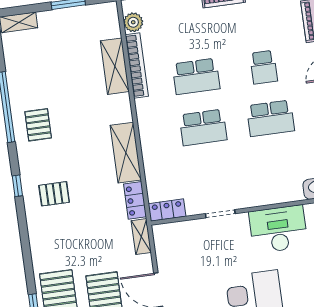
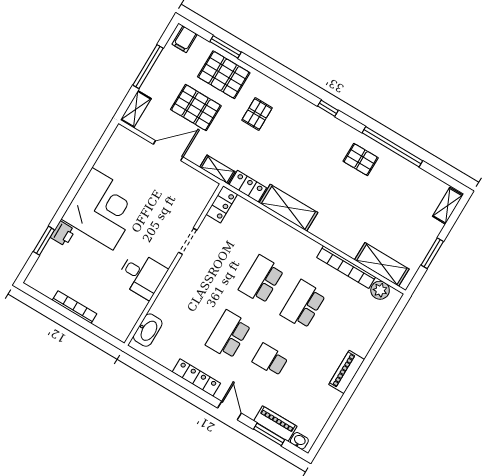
shelving: (115, 66) -> (382, 264), moved
pallet: (54, 194) -> (257, 114), moved
desk: (278, 229) -> (142, 275), width x0.73

